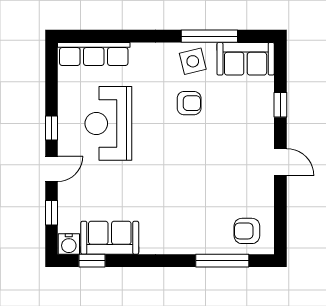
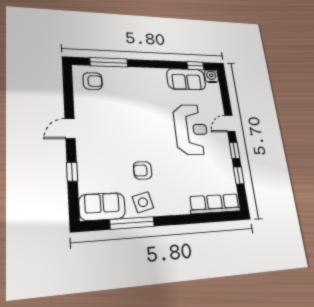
reception desk: (108, 123) -> (191, 129), moved
door: (280, 162) -> (70, 129), hinge flipped
window: (51, 213) -> (239, 175), moved

